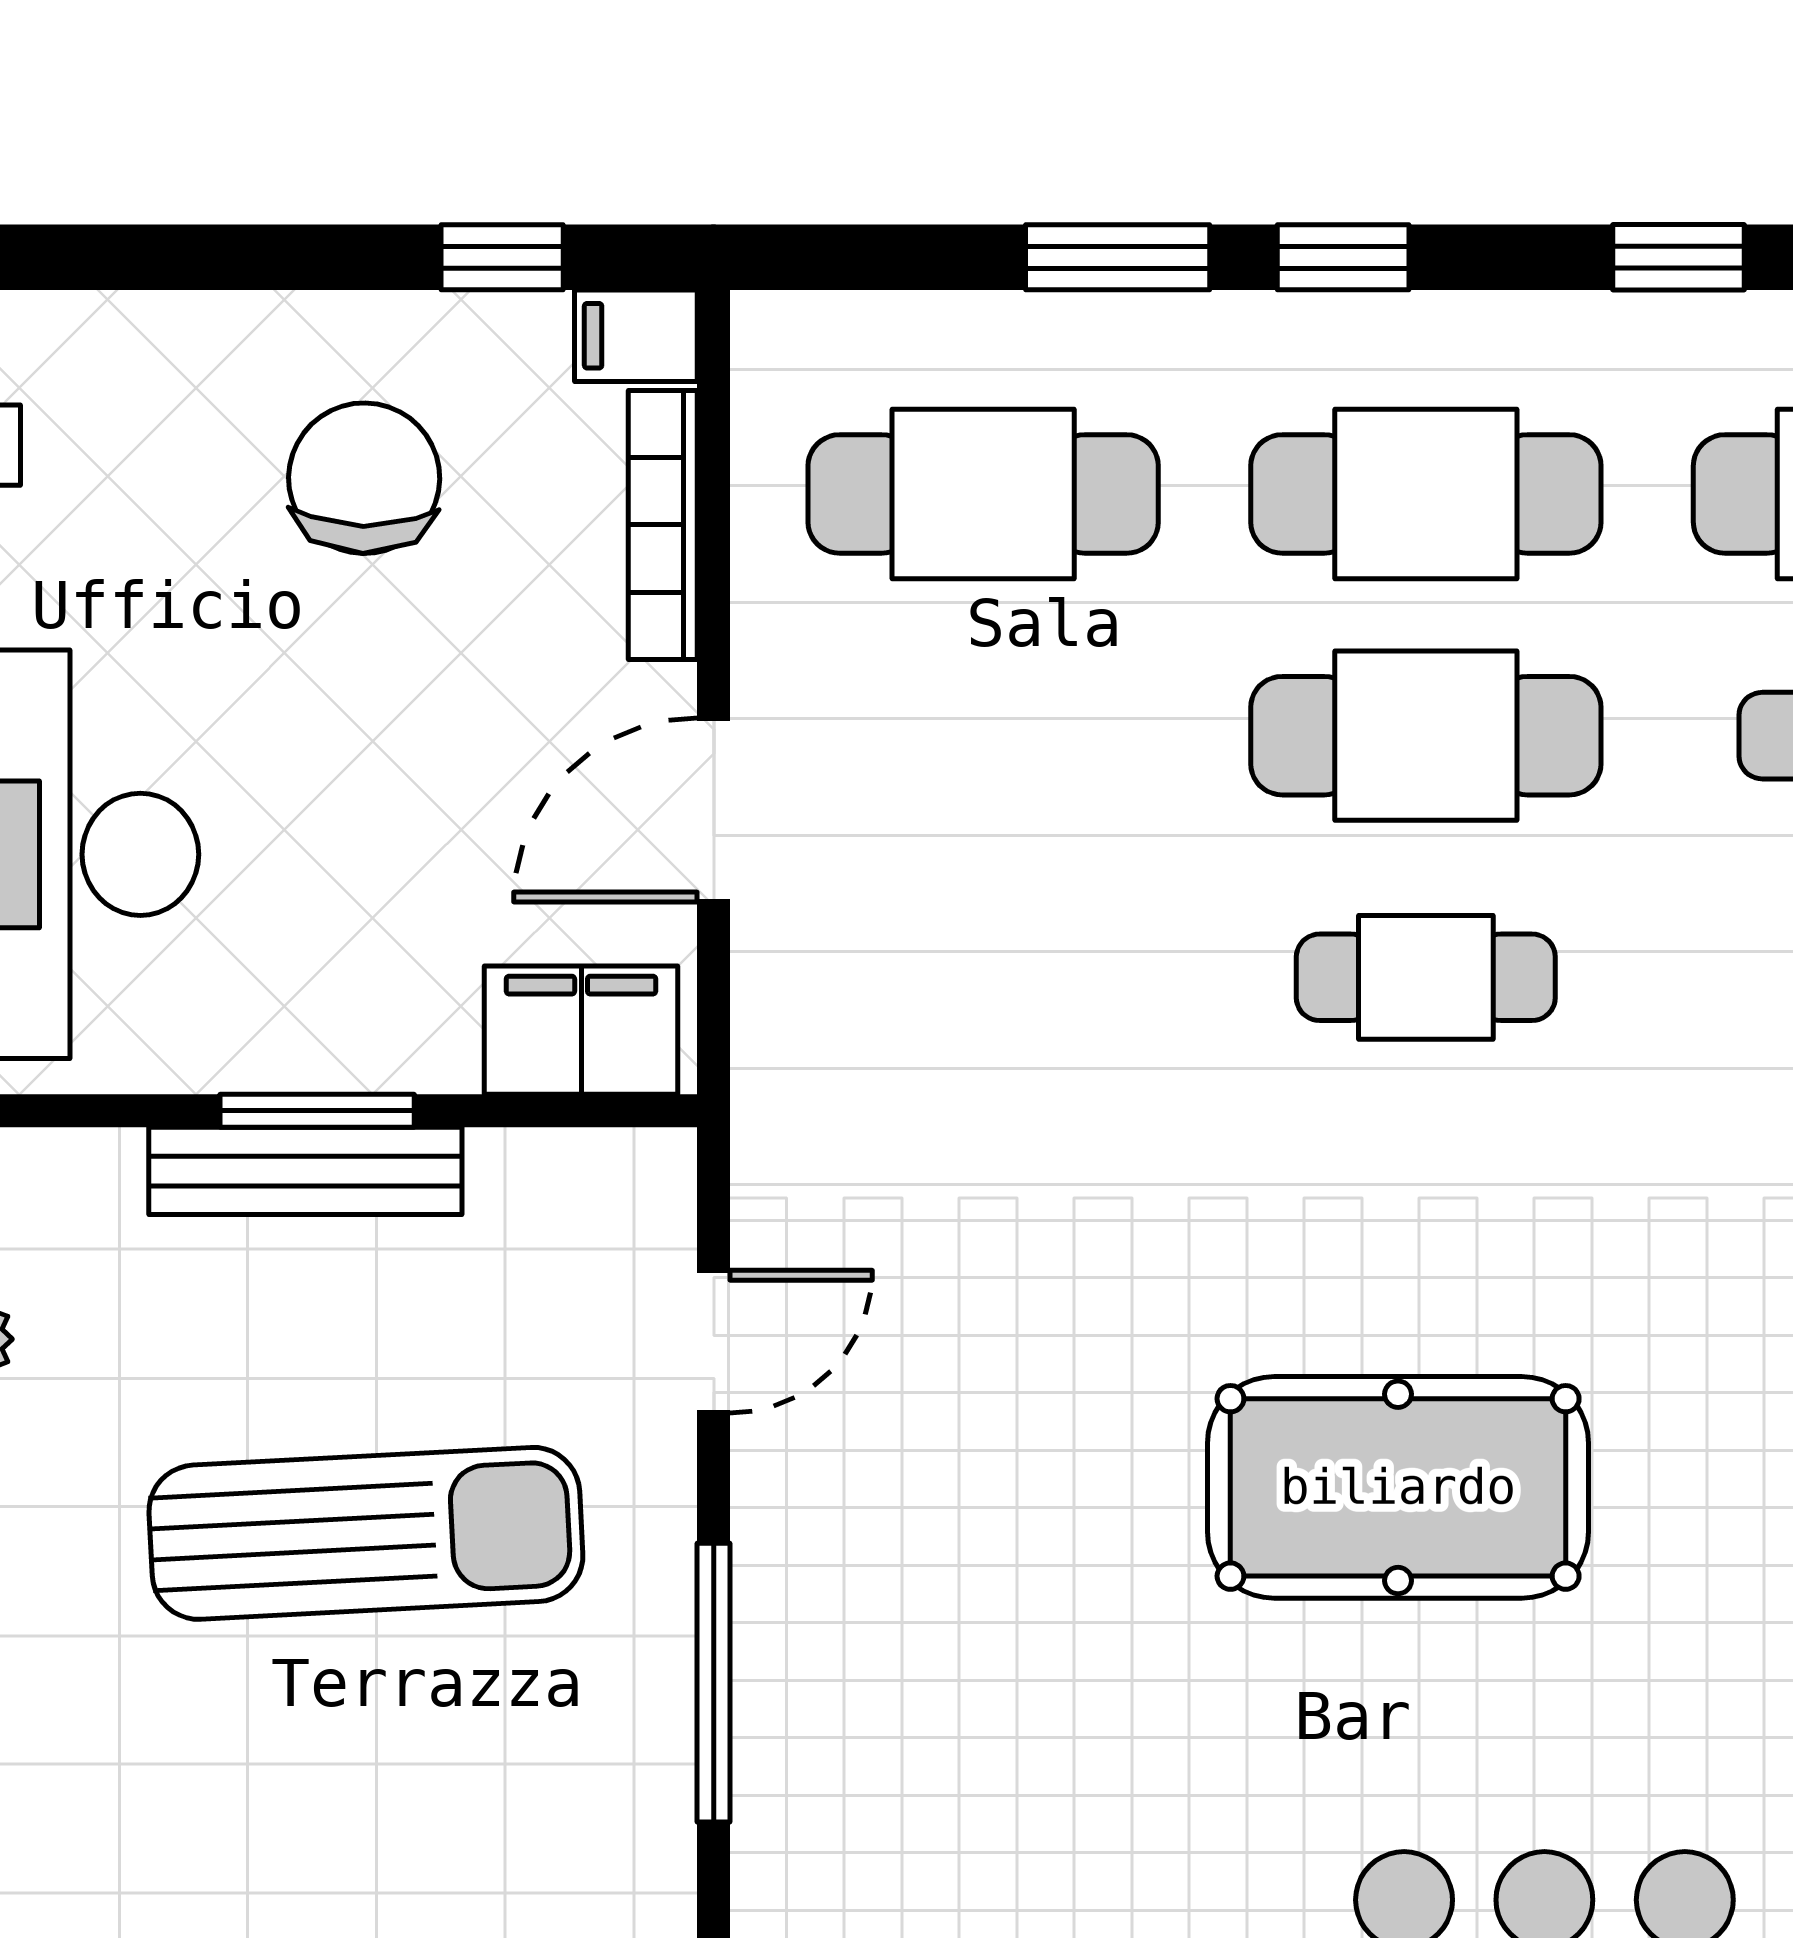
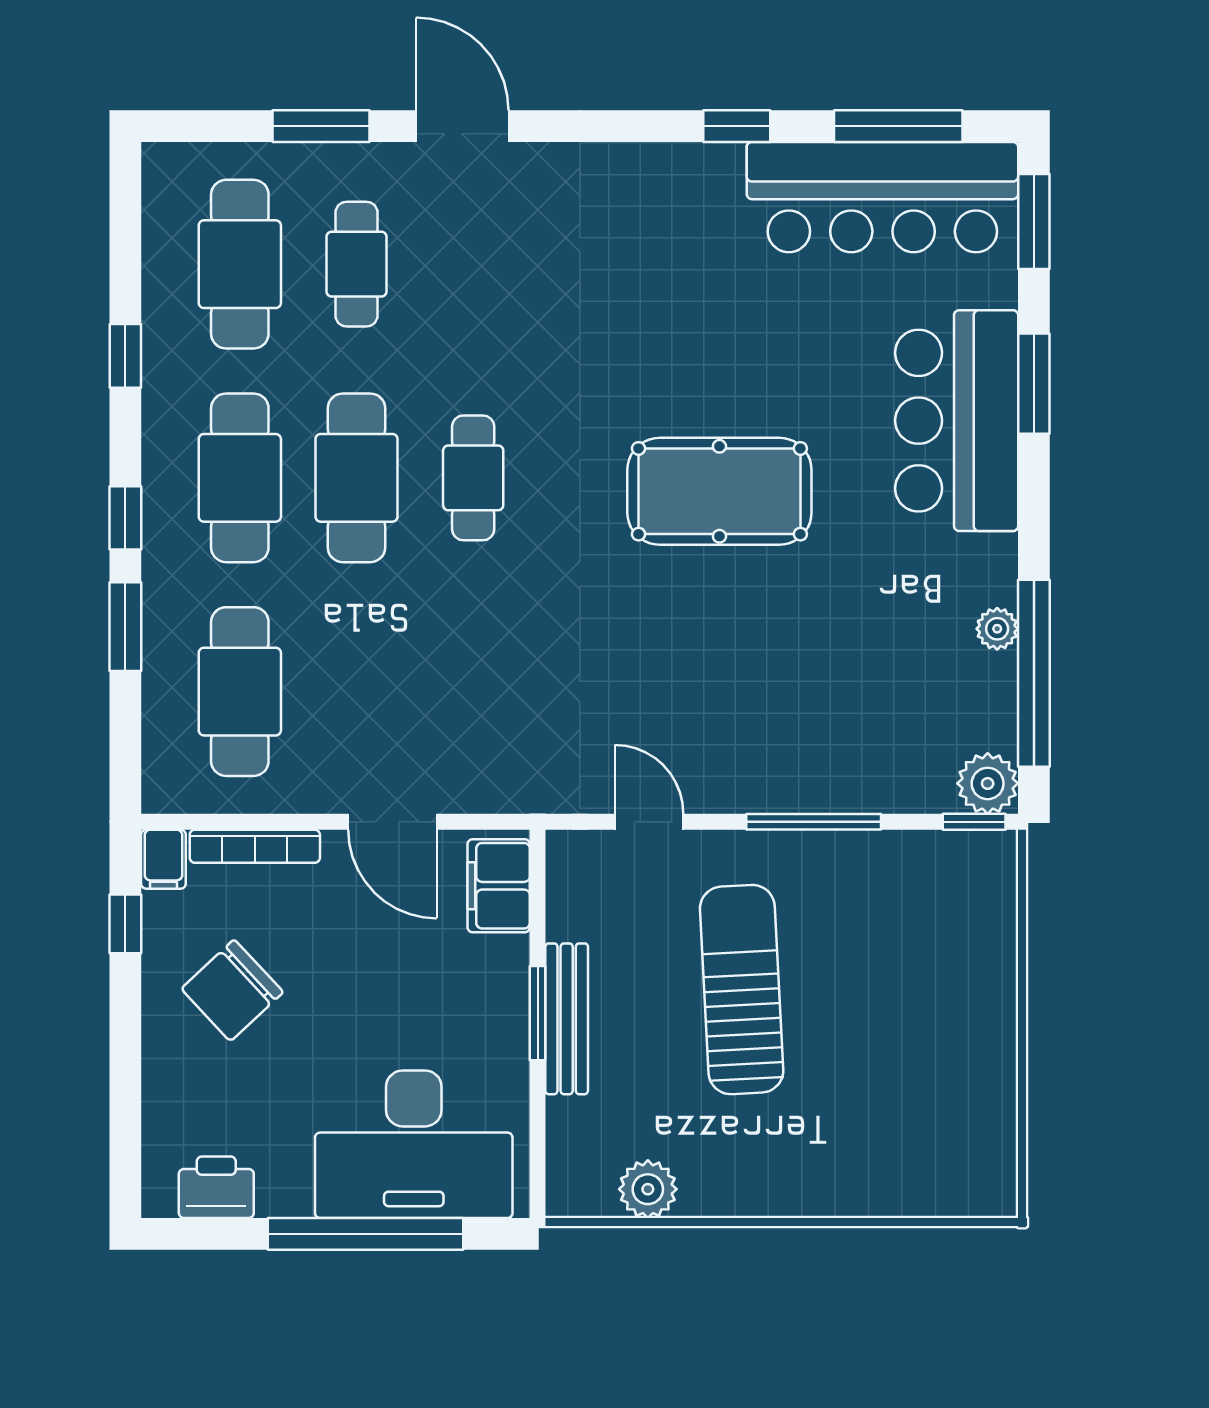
chair: (364, 478) -> (232, 990), turned -44
pool table: (1398, 1487) -> (719, 491), turned 90

